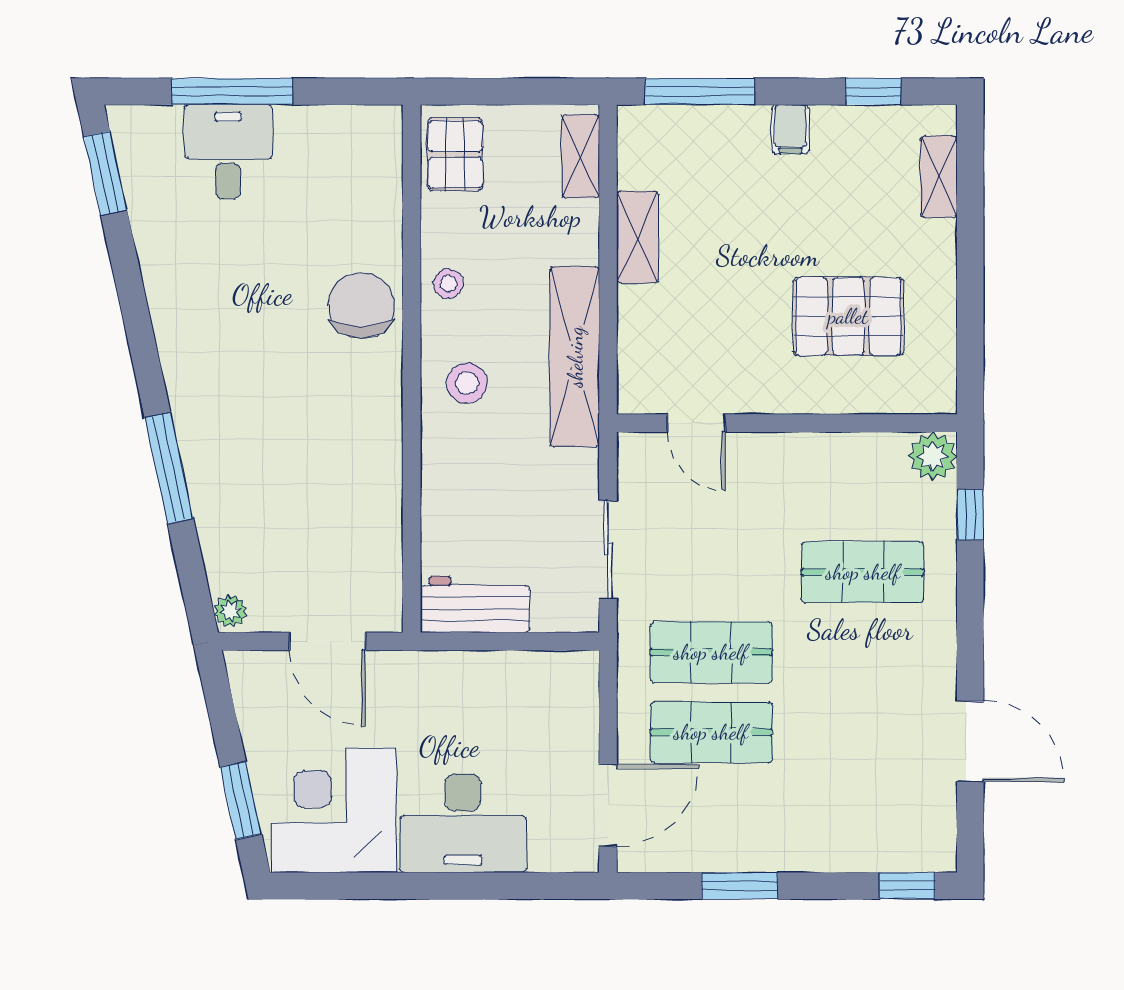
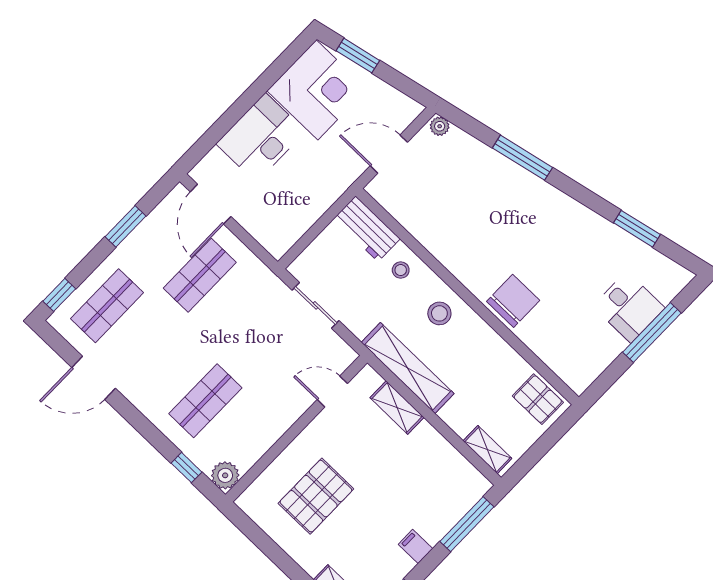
window: (105, 173) -> (637, 229), moved
shelving: (638, 237) -> (397, 407), moved
stool: (448, 284) -> (401, 270), moved
chair: (361, 305) -> (513, 301), turned -90
workbench: (475, 604) -> (367, 229), moved, turned 90
shop shelf: (711, 652) -> (107, 306), moved

